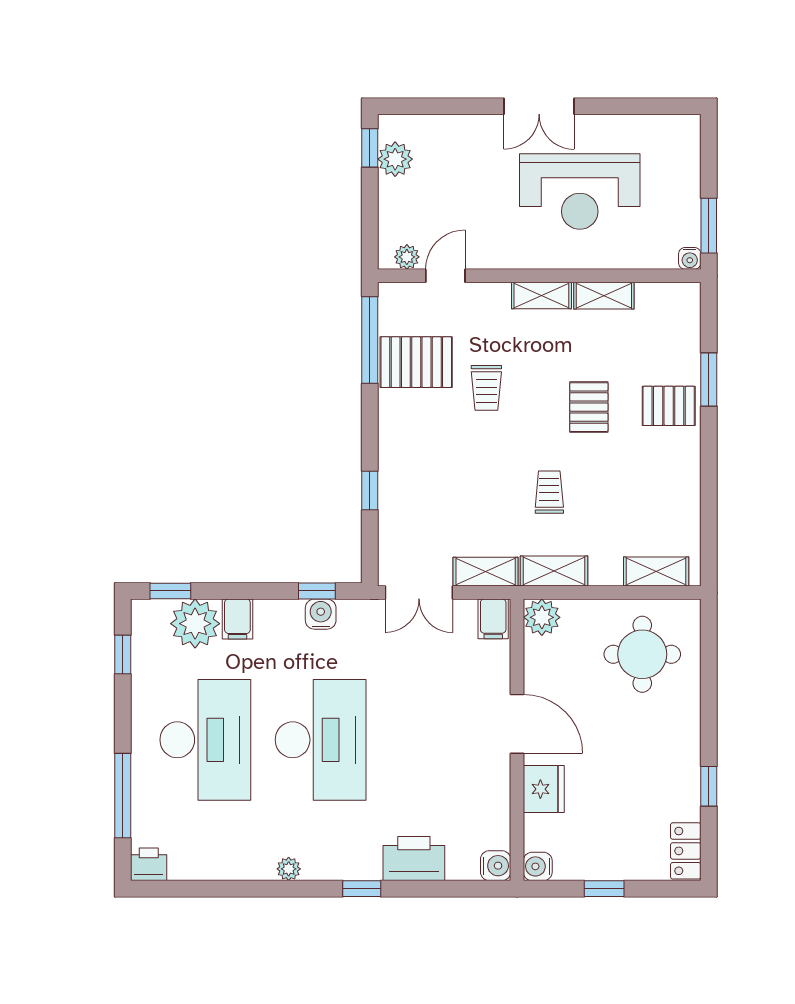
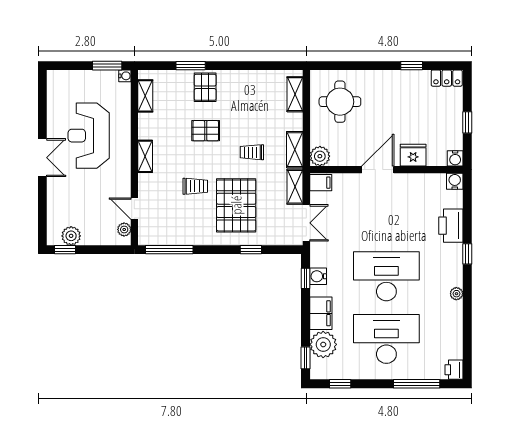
reception desk: (580, 192) -> (89, 136), turned 180
shelving: (604, 296) -> (145, 96), moved
pallet: (416, 362) -> (236, 205), moved, width x1.37, depth x1.41
filing cabinet: (237, 619) -> (321, 313), width x2.00

